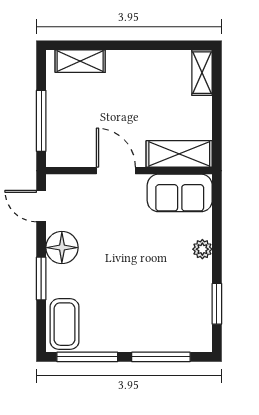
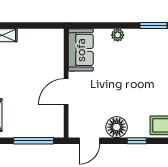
shelving: (179, 154) -> (55, 50), removed
window: (41, 278) -> (137, 141), width x0.67

